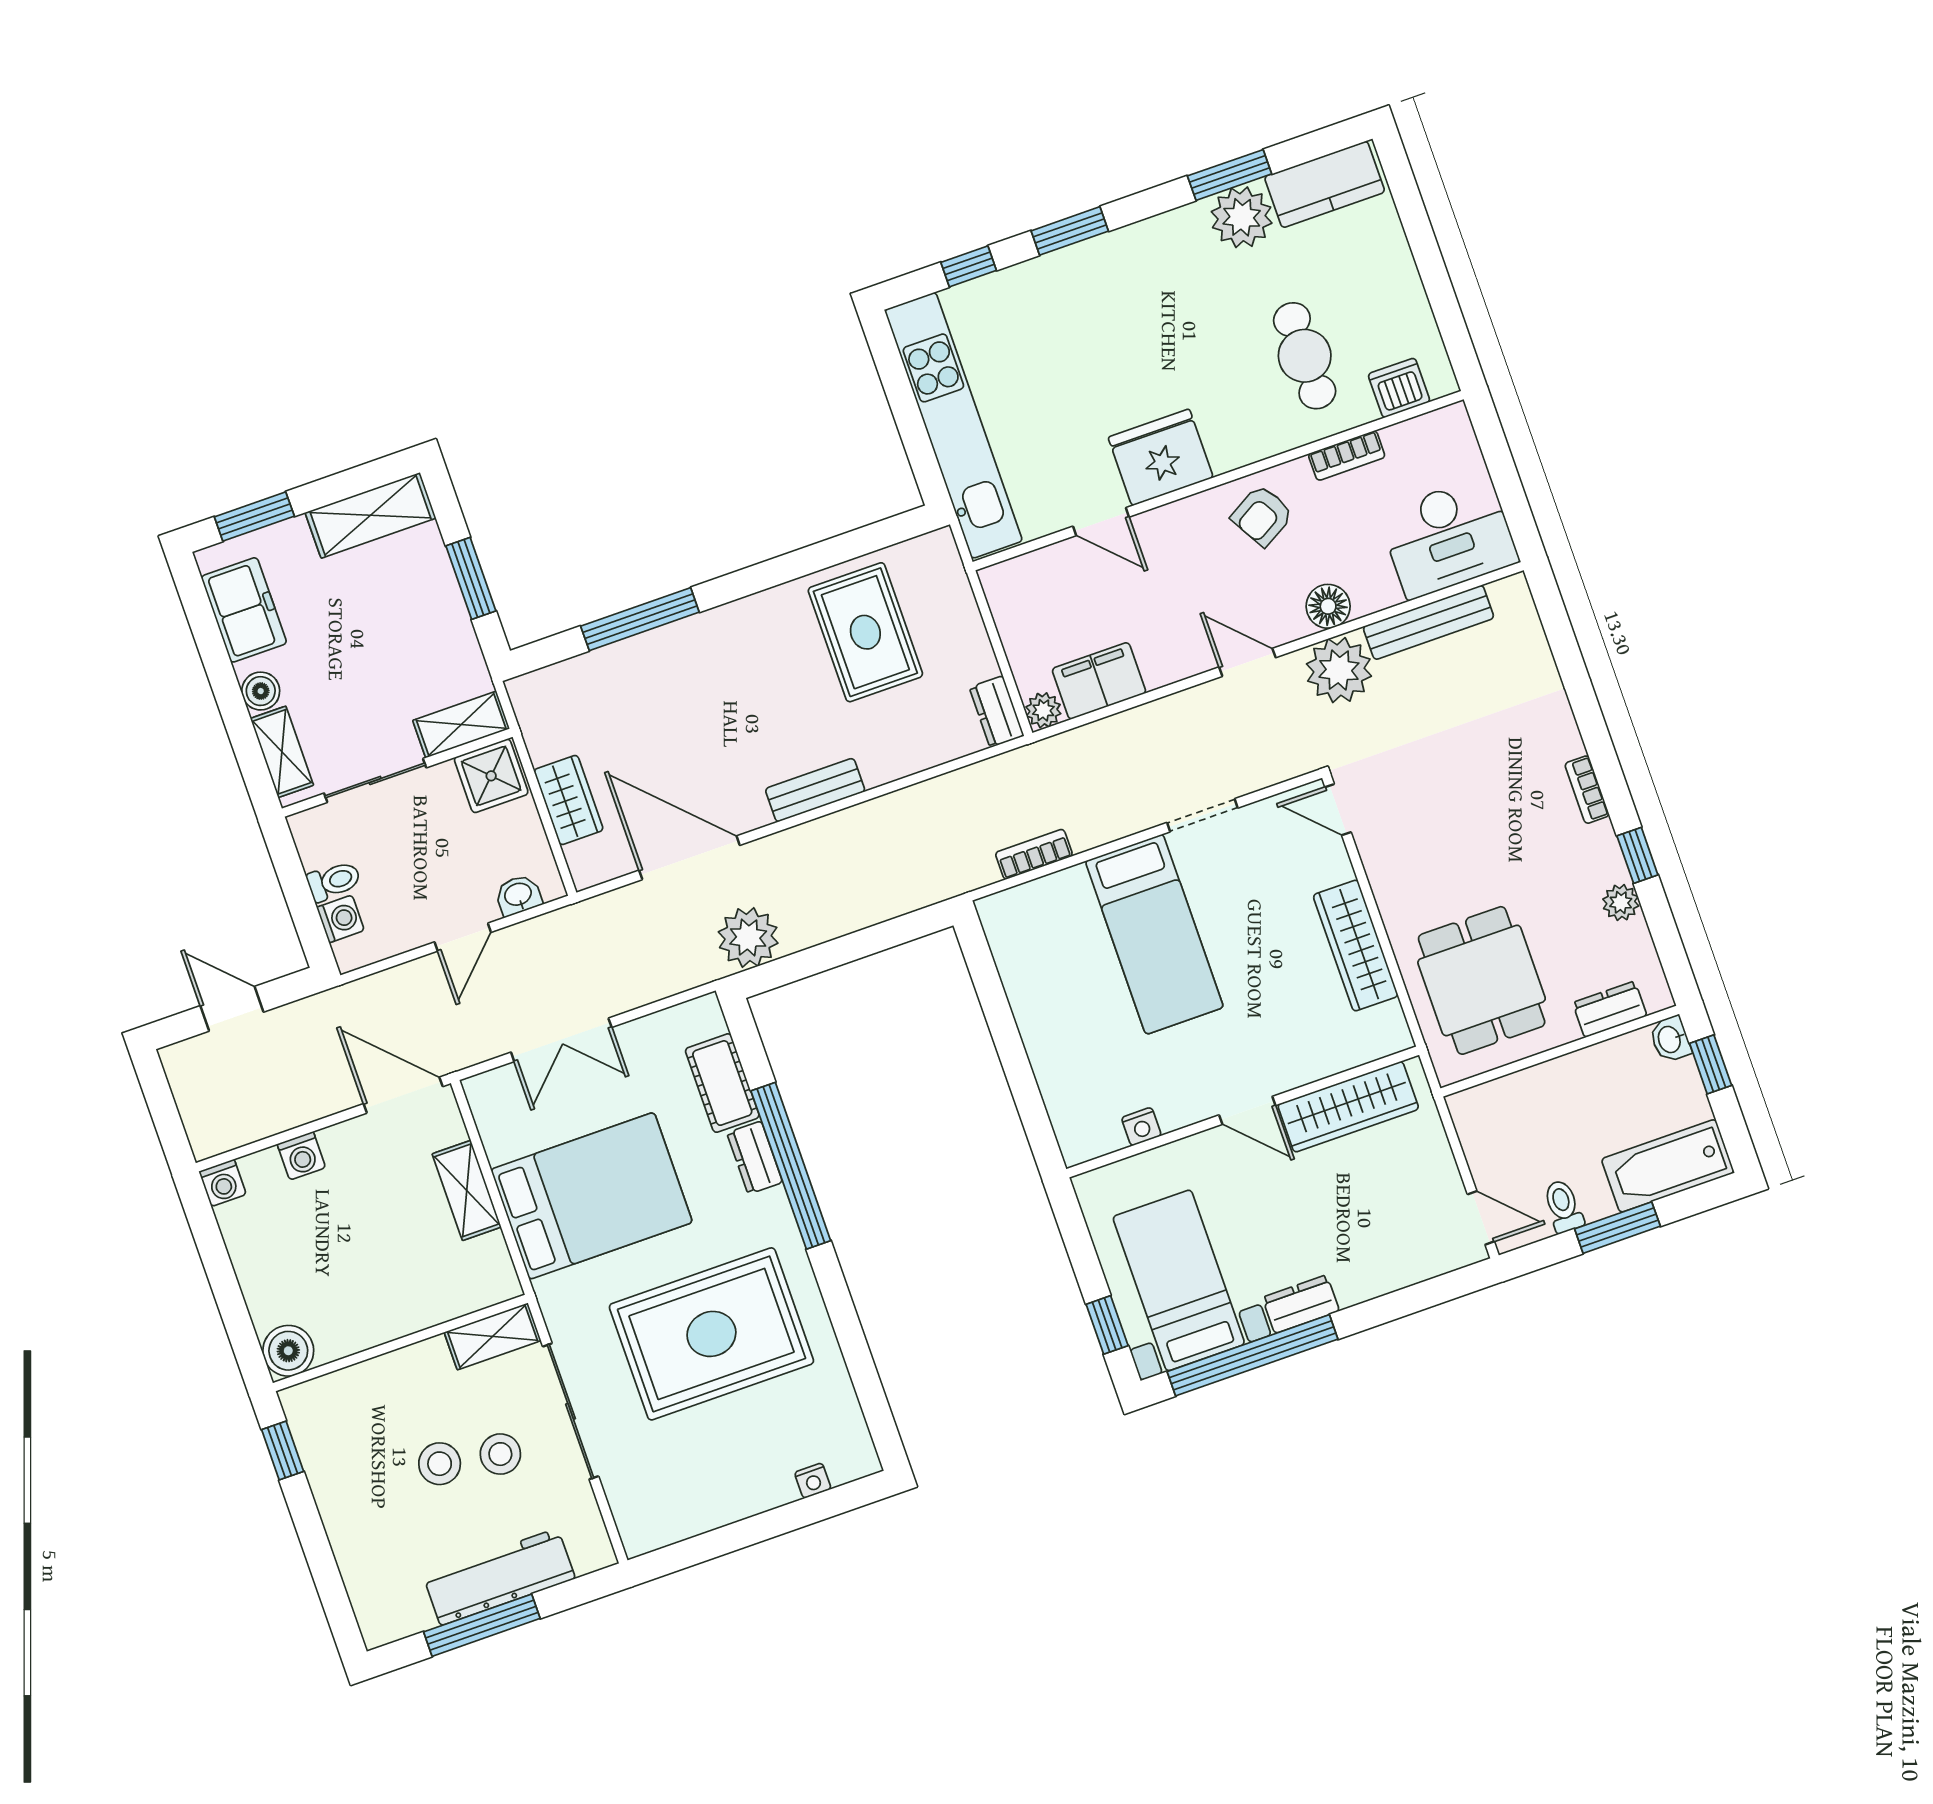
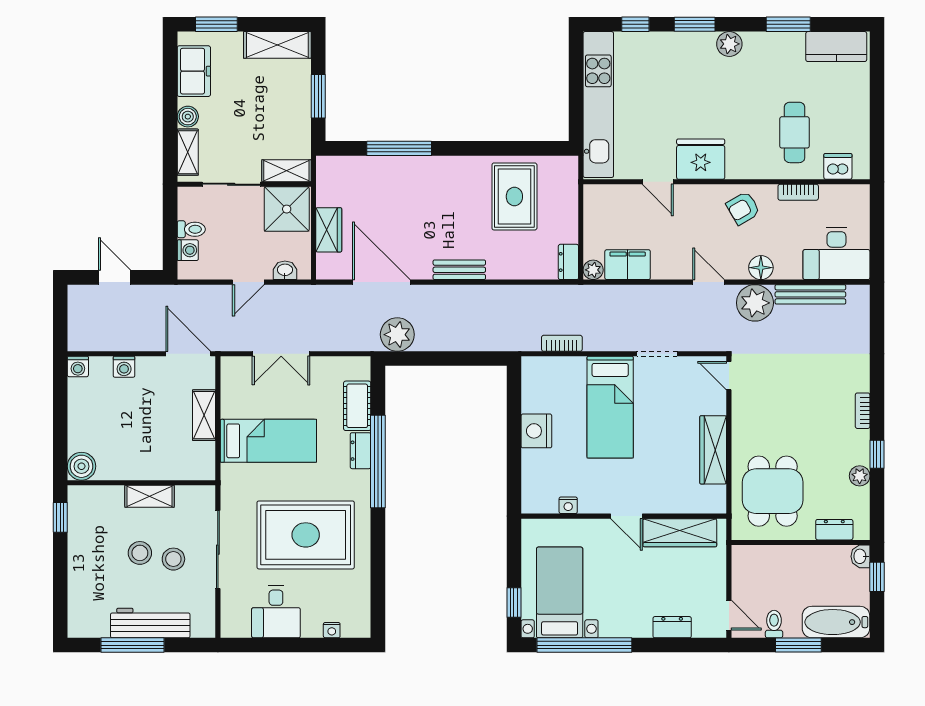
plant: (1242, 217) -> (729, 44), moved, width x0.73, depth x0.73
shower: (491, 776) -> (287, 209), width x1.36, depth x1.36
nightstand: (1043, 1019) -> (536, 431), added
bed: (592, 1196) -> (268, 441), width x0.67
dresser: (1301, 1304) -> (672, 627), moved
shelving: (493, 1336) -> (150, 496), moved
desk: (707, 1483) -> (276, 612), added

